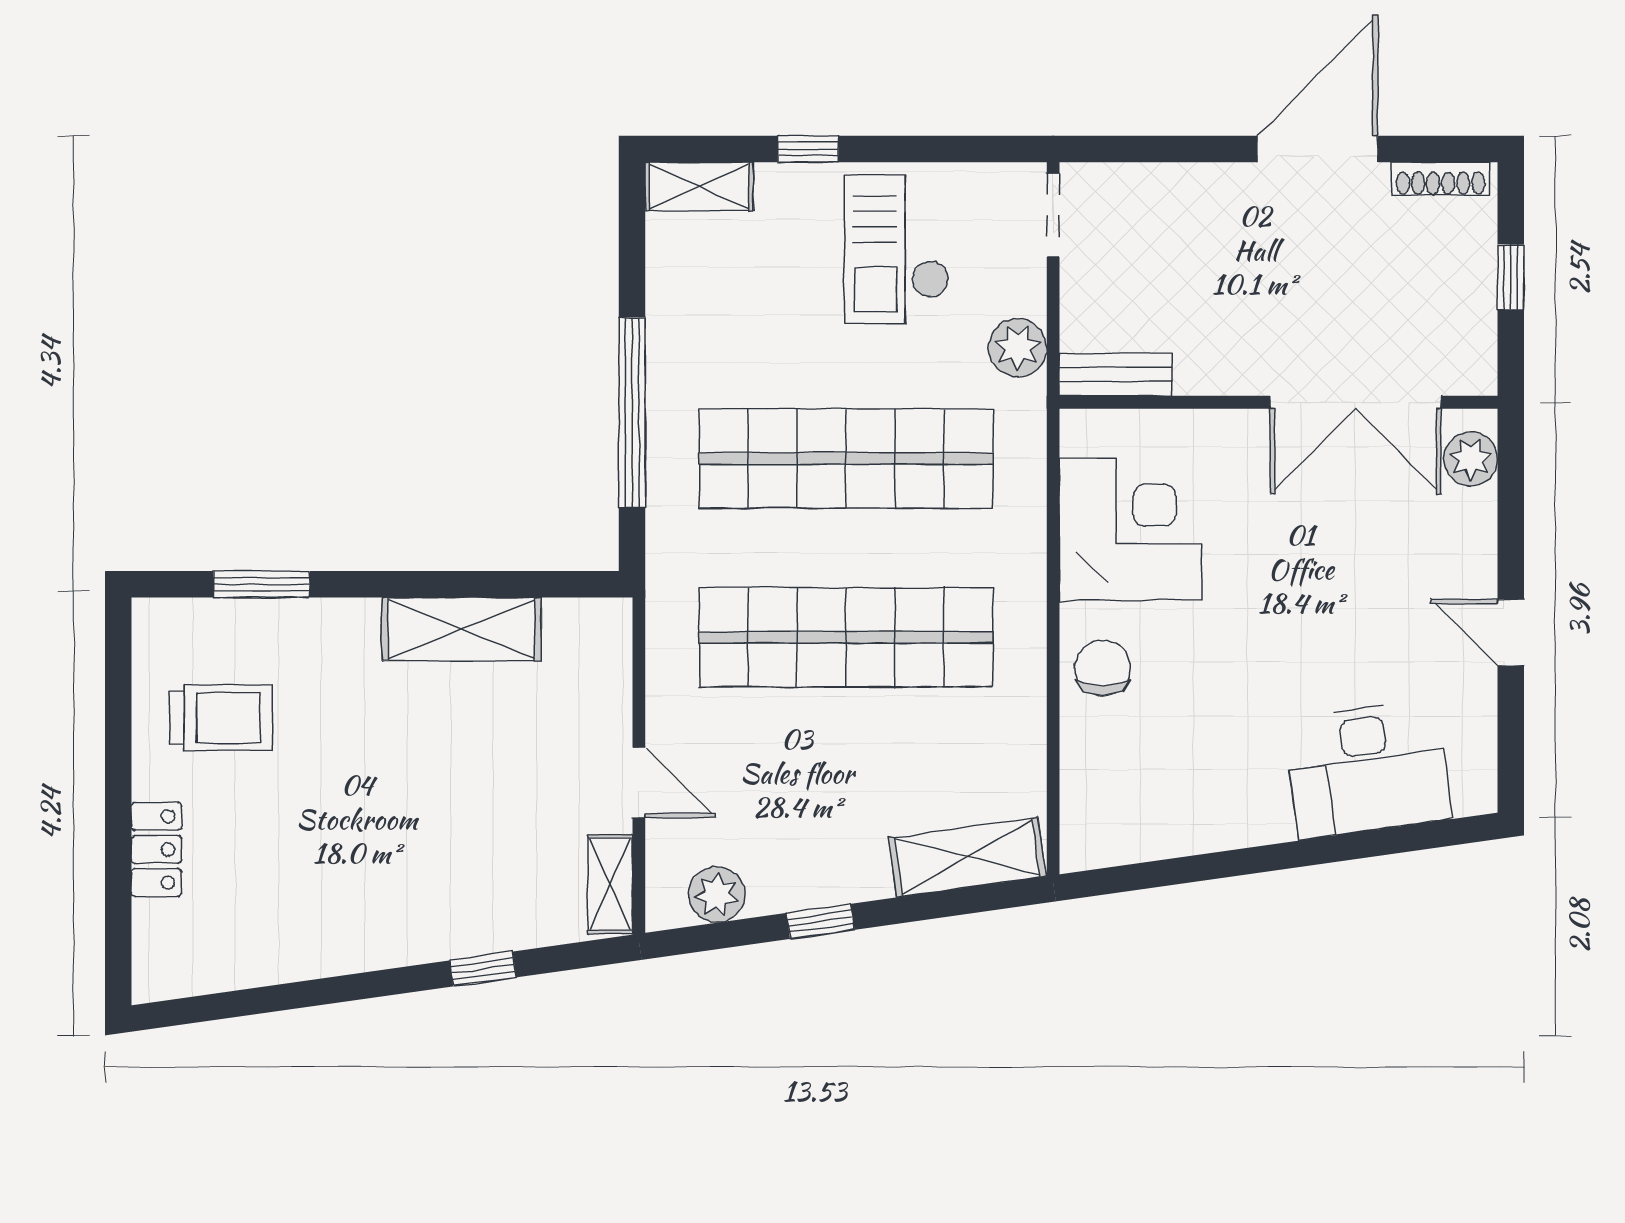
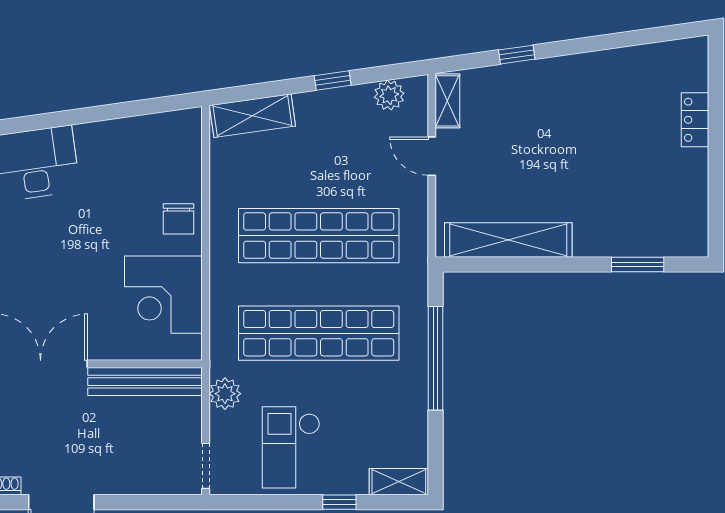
checkout: (897, 249) -> (291, 447), turned 180
bench: (1116, 375) -> (145, 382), width x1.86, depth x1.21
shelving: (461, 629) -> (508, 240), width x1.47
trolley: (221, 718) -> (660, 192), removed

